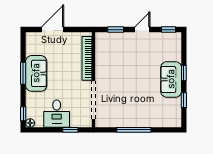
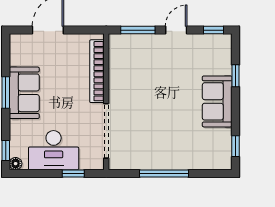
window: (116, 30) -> (138, 30), width x1.50
window: (184, 73) -> (236, 76), moved
window: (184, 100) -> (236, 146), moved
desk: (57, 114) -> (54, 150), width x1.37

